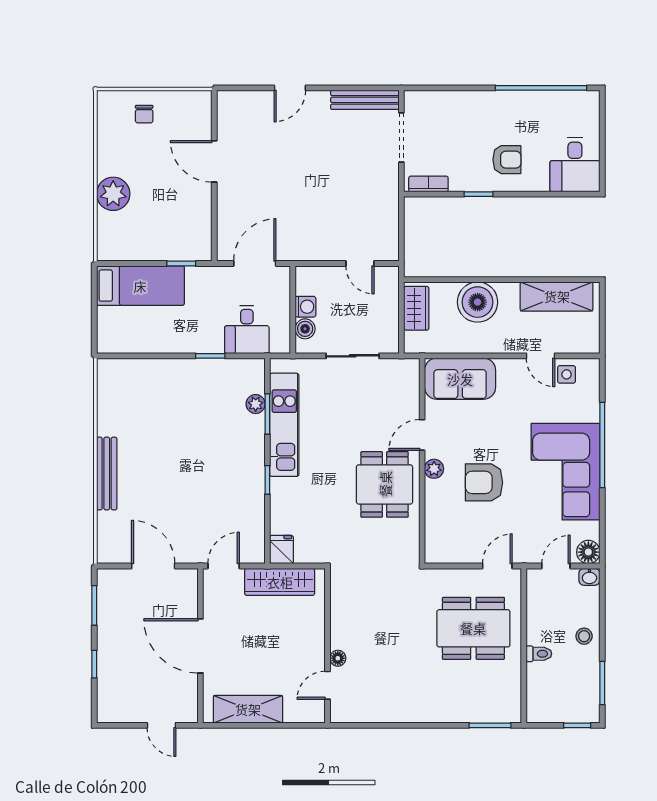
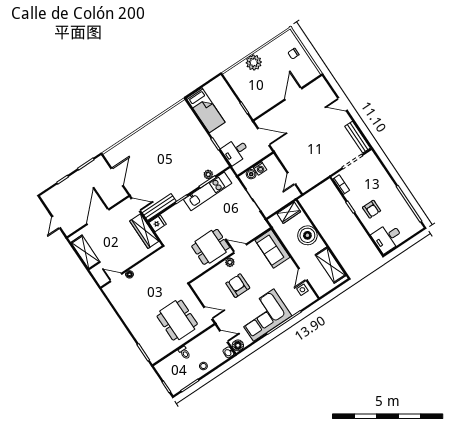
bed: (140, 286) -> (206, 110), moved
bench: (107, 474) -> (159, 207), moved

